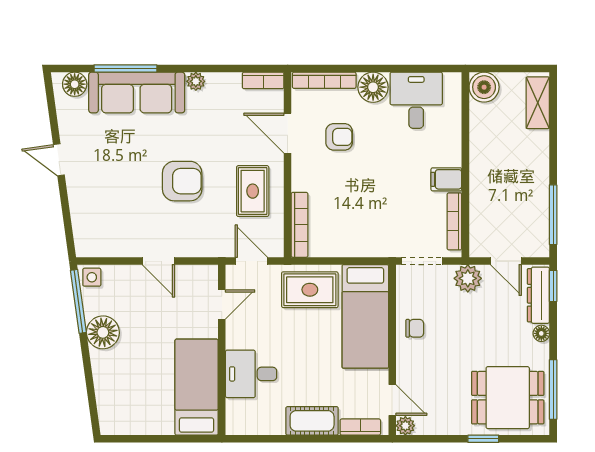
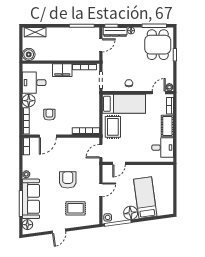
filing cabinet: (446, 179) -> (62, 70), width x2.00
rug: (253, 191) -> (75, 208), moved
plant: (468, 278) -> (108, 61), removed
door: (222, 305) -> (119, 163), swing flipped
desk: (251, 374) -> (163, 148), moved, turned -90
bed: (197, 387) -> (145, 198), moved, turned 82

